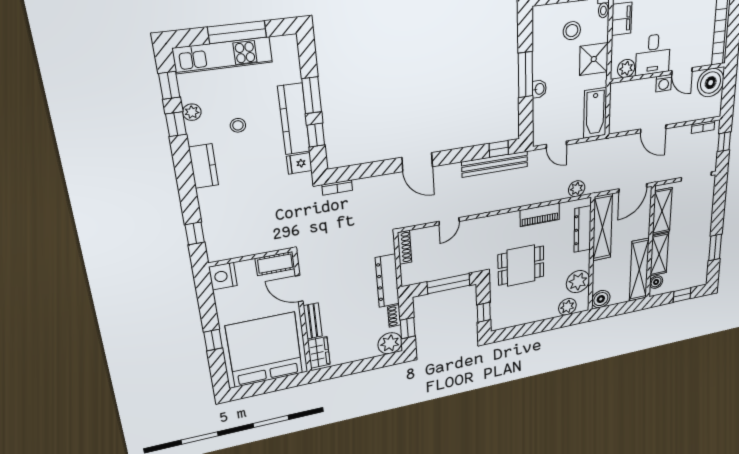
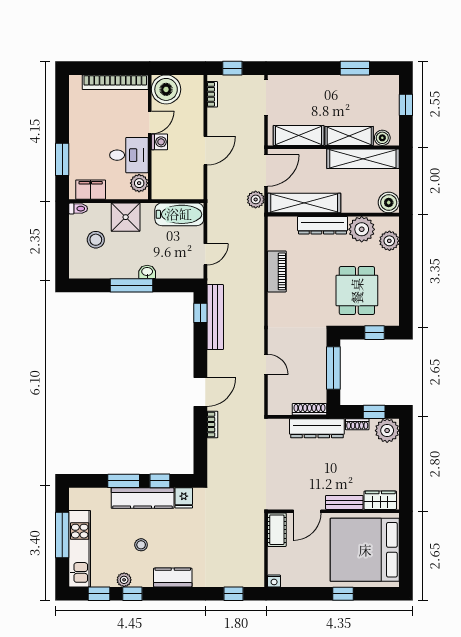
bookcase: (337, 187) -> (212, 425), moved
door: (633, 188) -> (266, 170), hinge flipped
plant: (577, 189) -> (256, 199), moved
dresser: (583, 229) -> (323, 225), moved
shoe rack: (404, 247) -> (309, 409), moved
dining table: (521, 266) -> (357, 291), moved
nightstand: (223, 276) -> (274, 581), width x0.53, depth x0.56

